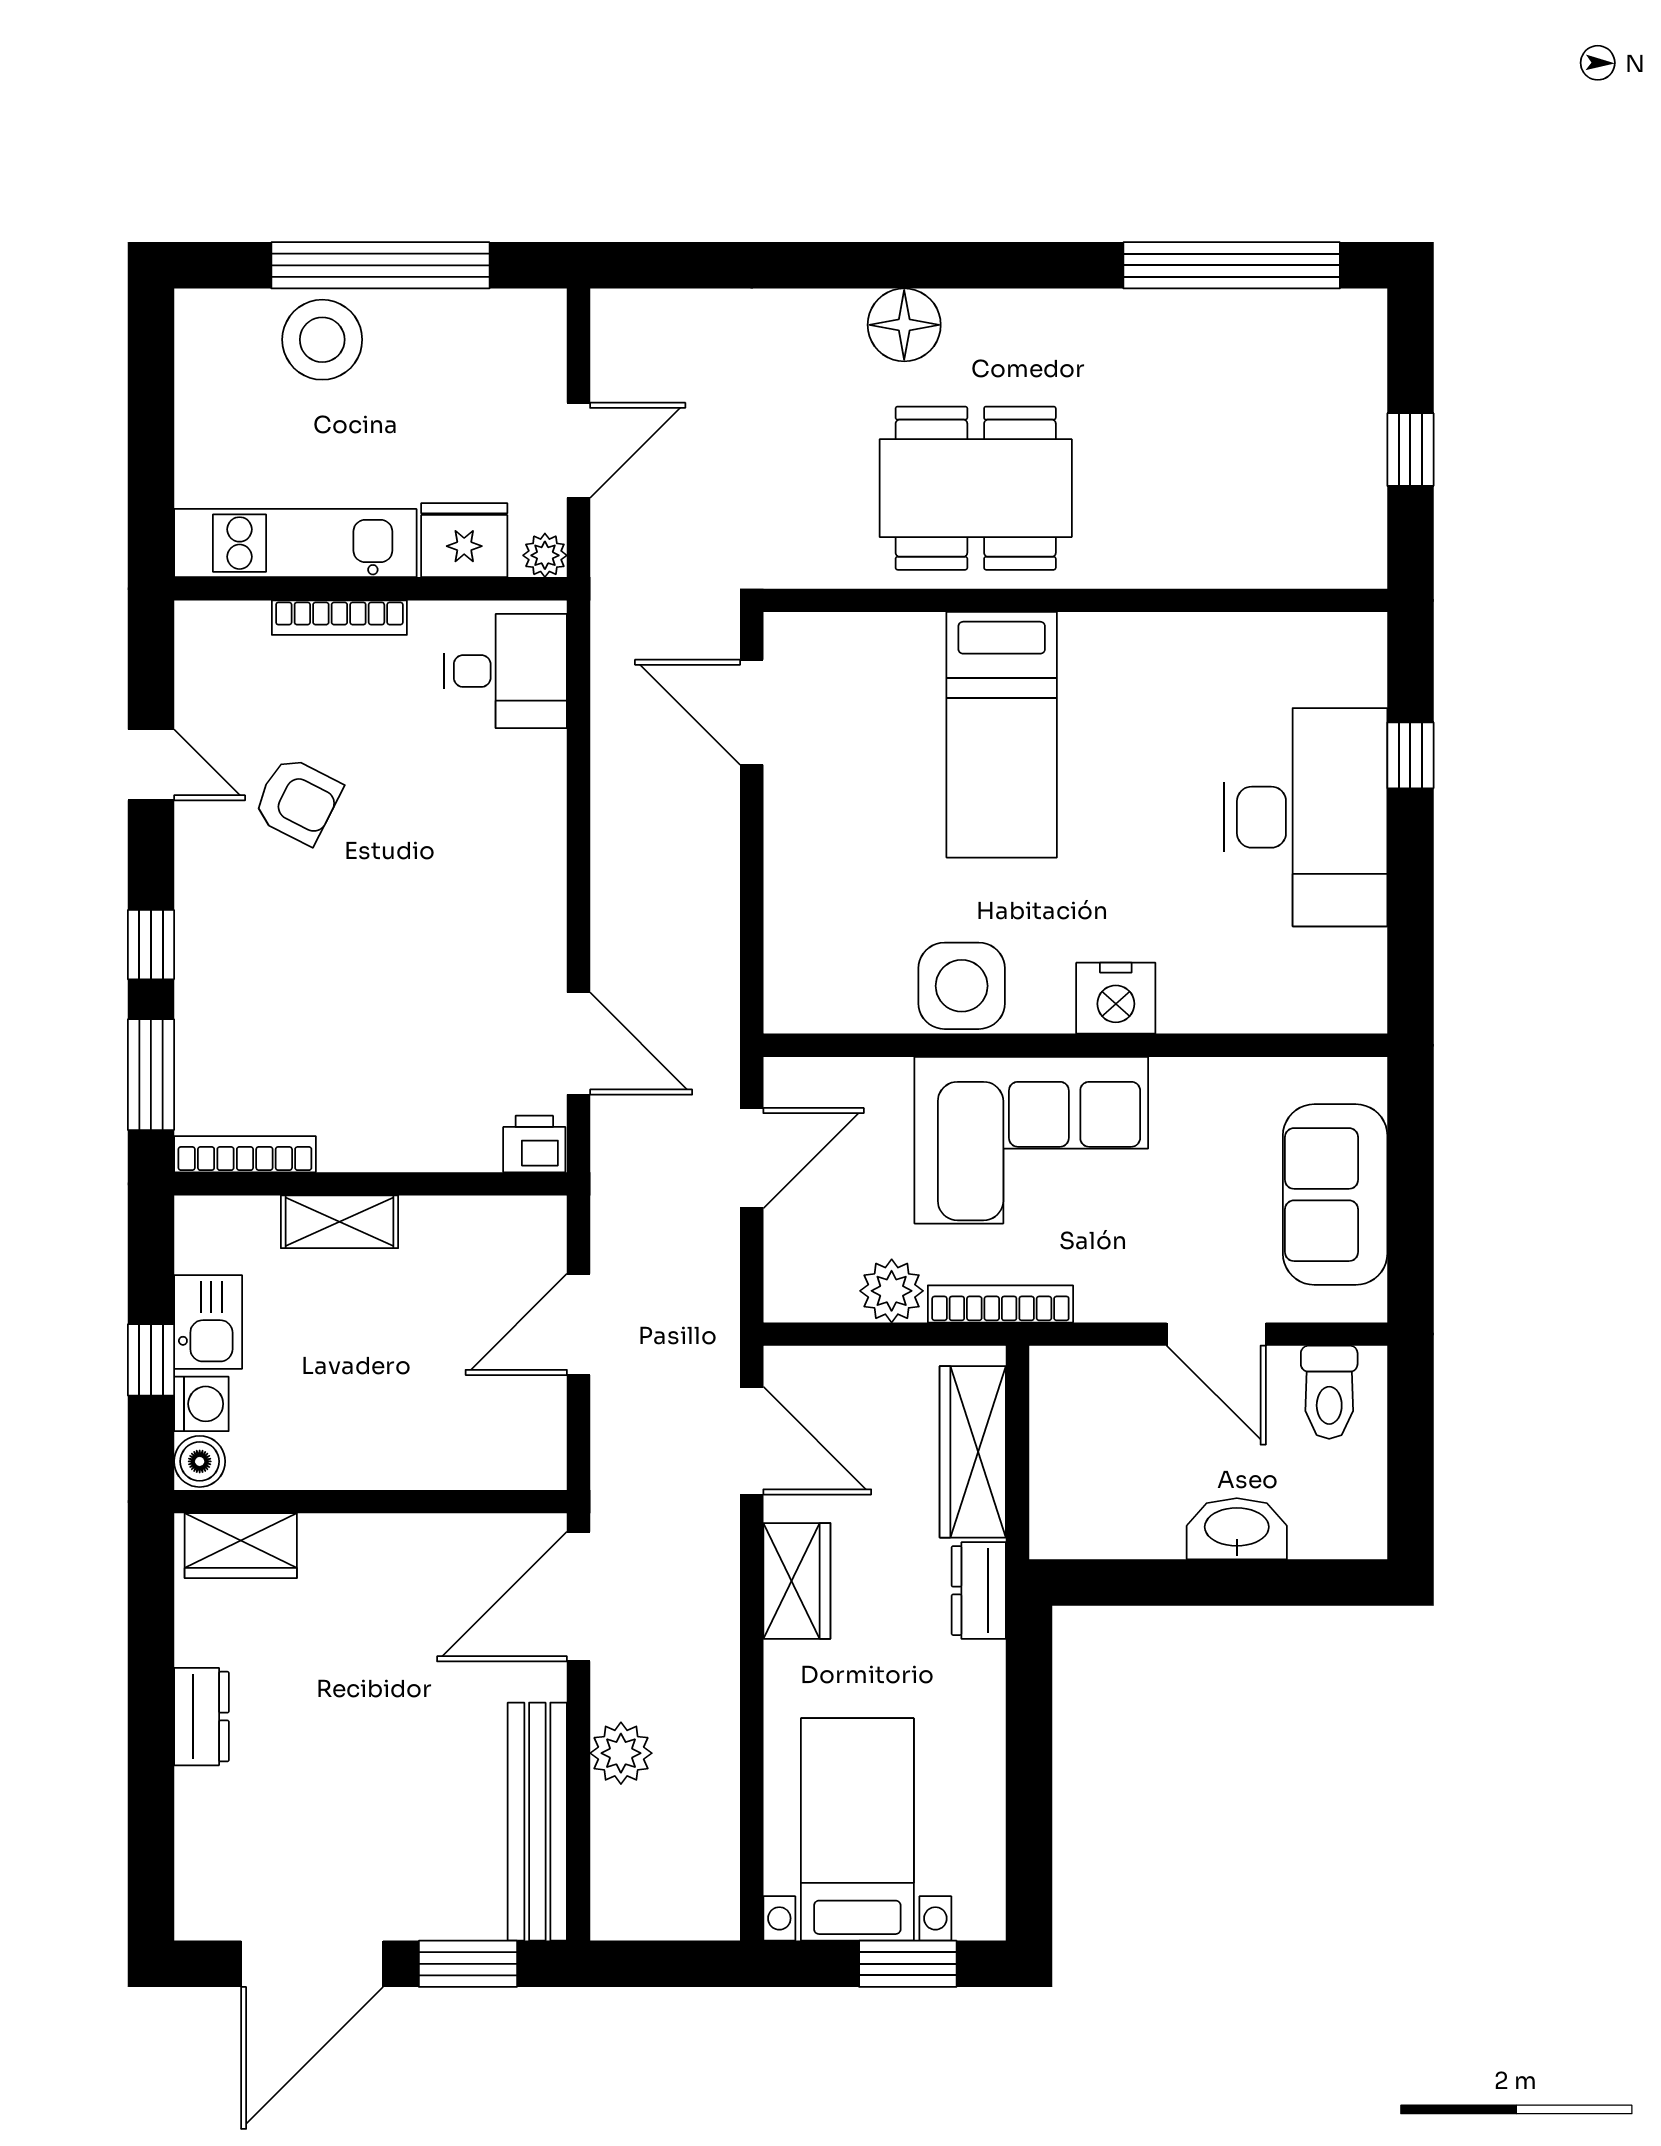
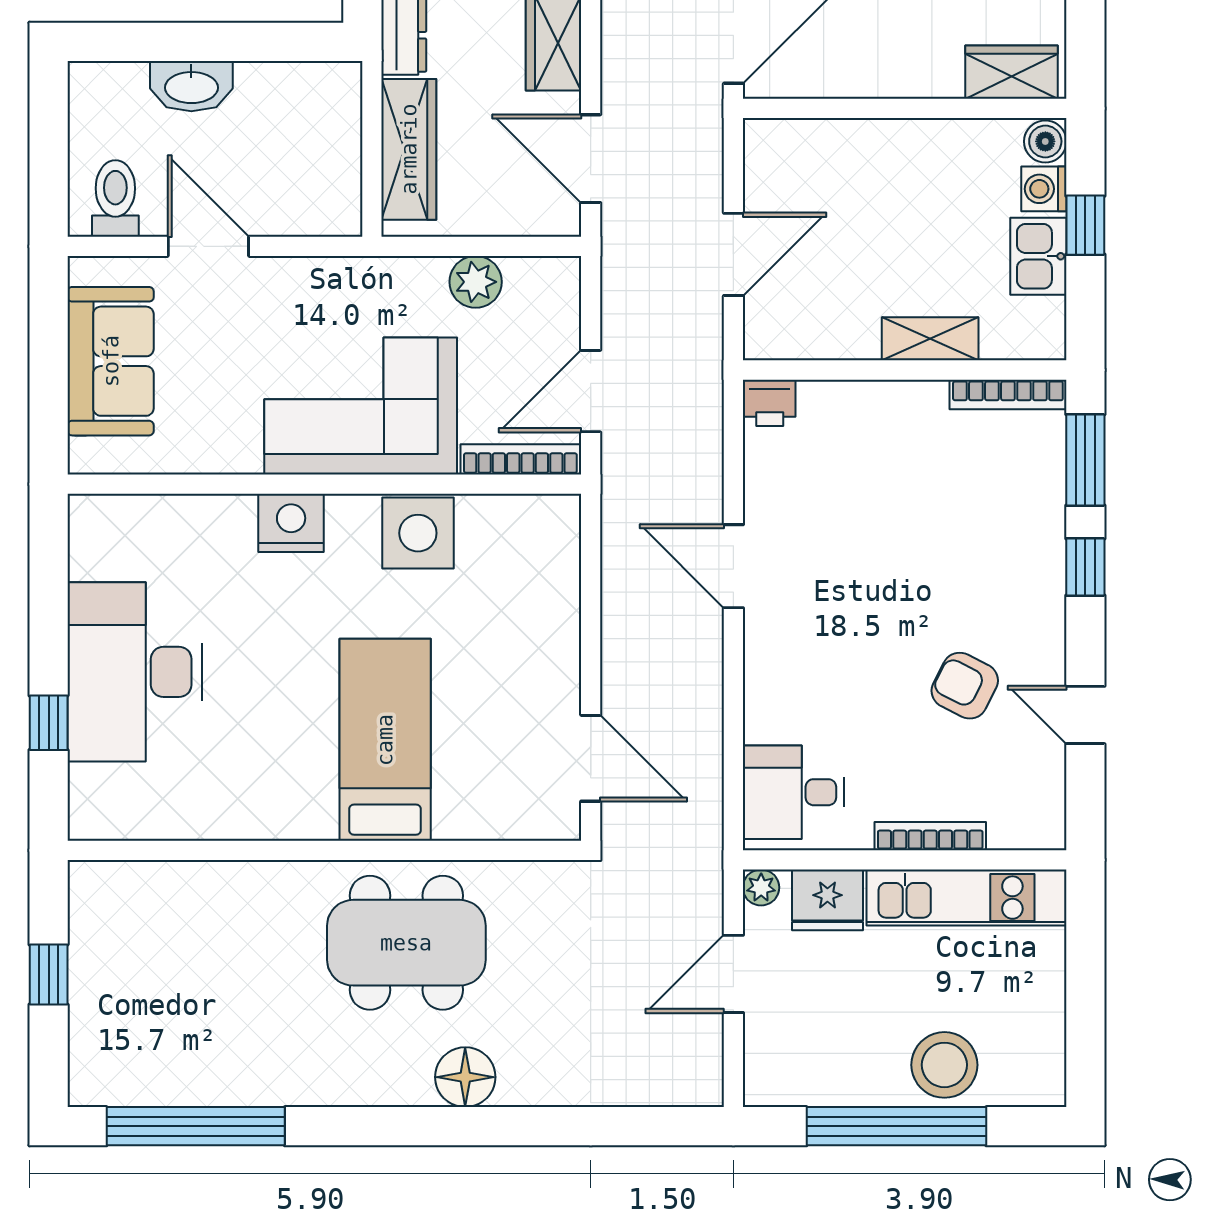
door: (578, 1044) -> (733, 566), moved
bookcase: (1000, 1304) -> (520, 459), moved, turned 180

